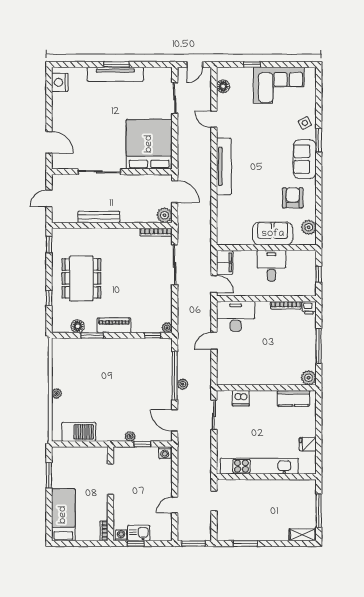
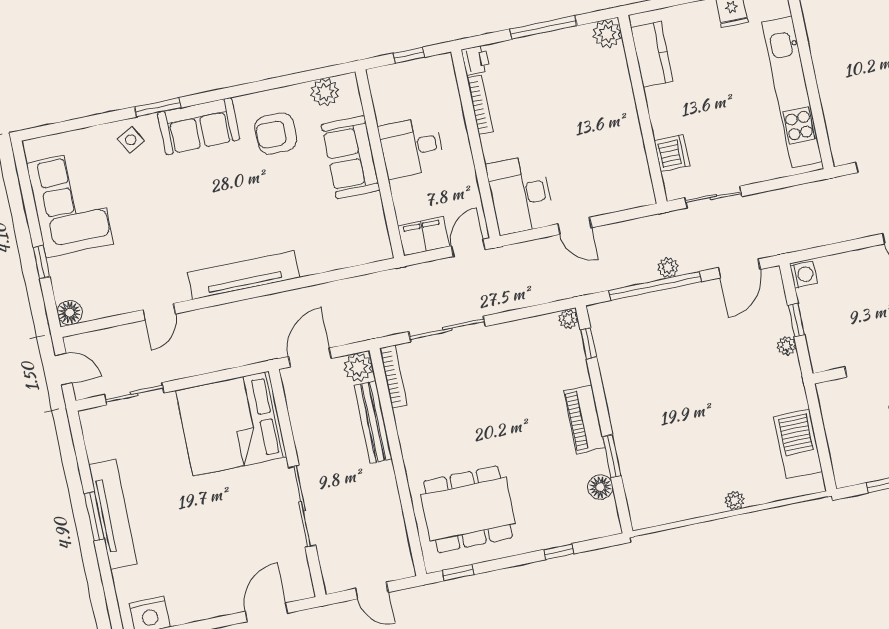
floor lamp: (223, 86) -> (70, 313), moved
bench: (99, 217) -> (373, 422), moved
dining table: (81, 278) -> (468, 509), moved

